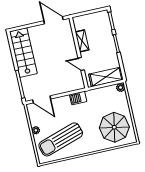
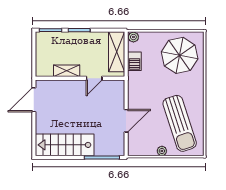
barbecue: (78, 98) -> (134, 61), moved
door: (42, 99) -> (126, 121), moved

